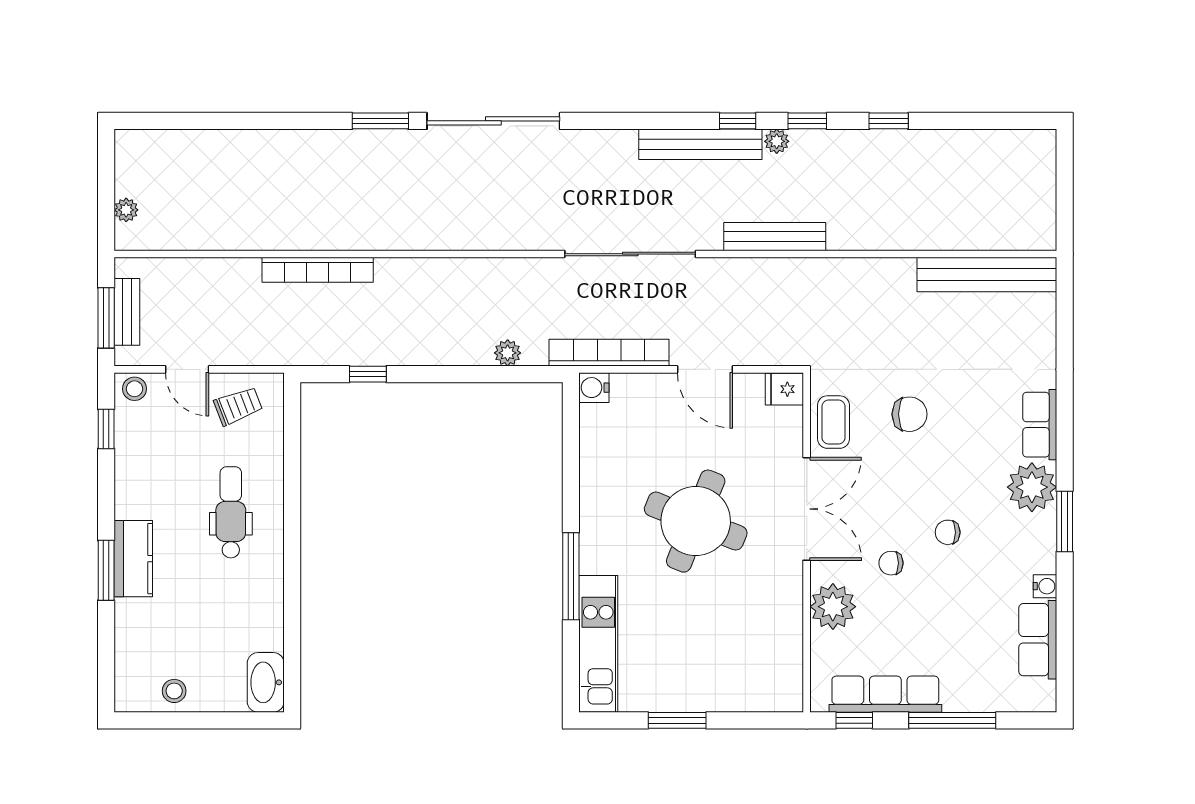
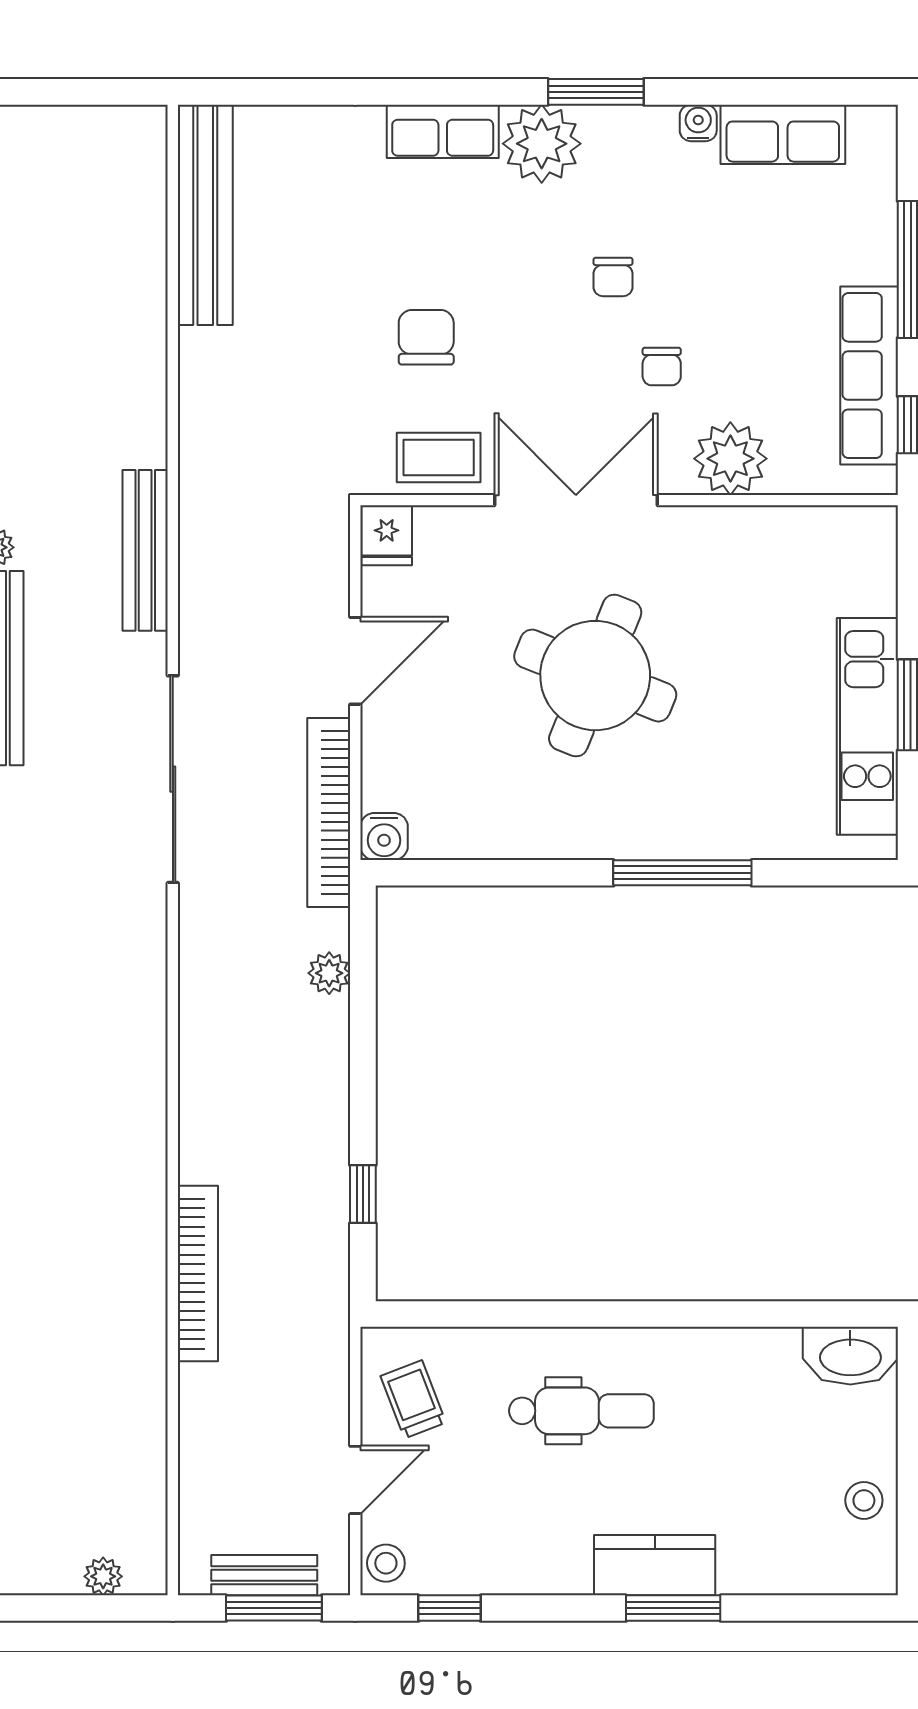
dental chair: (231, 512) -> (581, 1411), turned 180
kitchen unit: (598, 644) -> (867, 726), moved, turned -90

